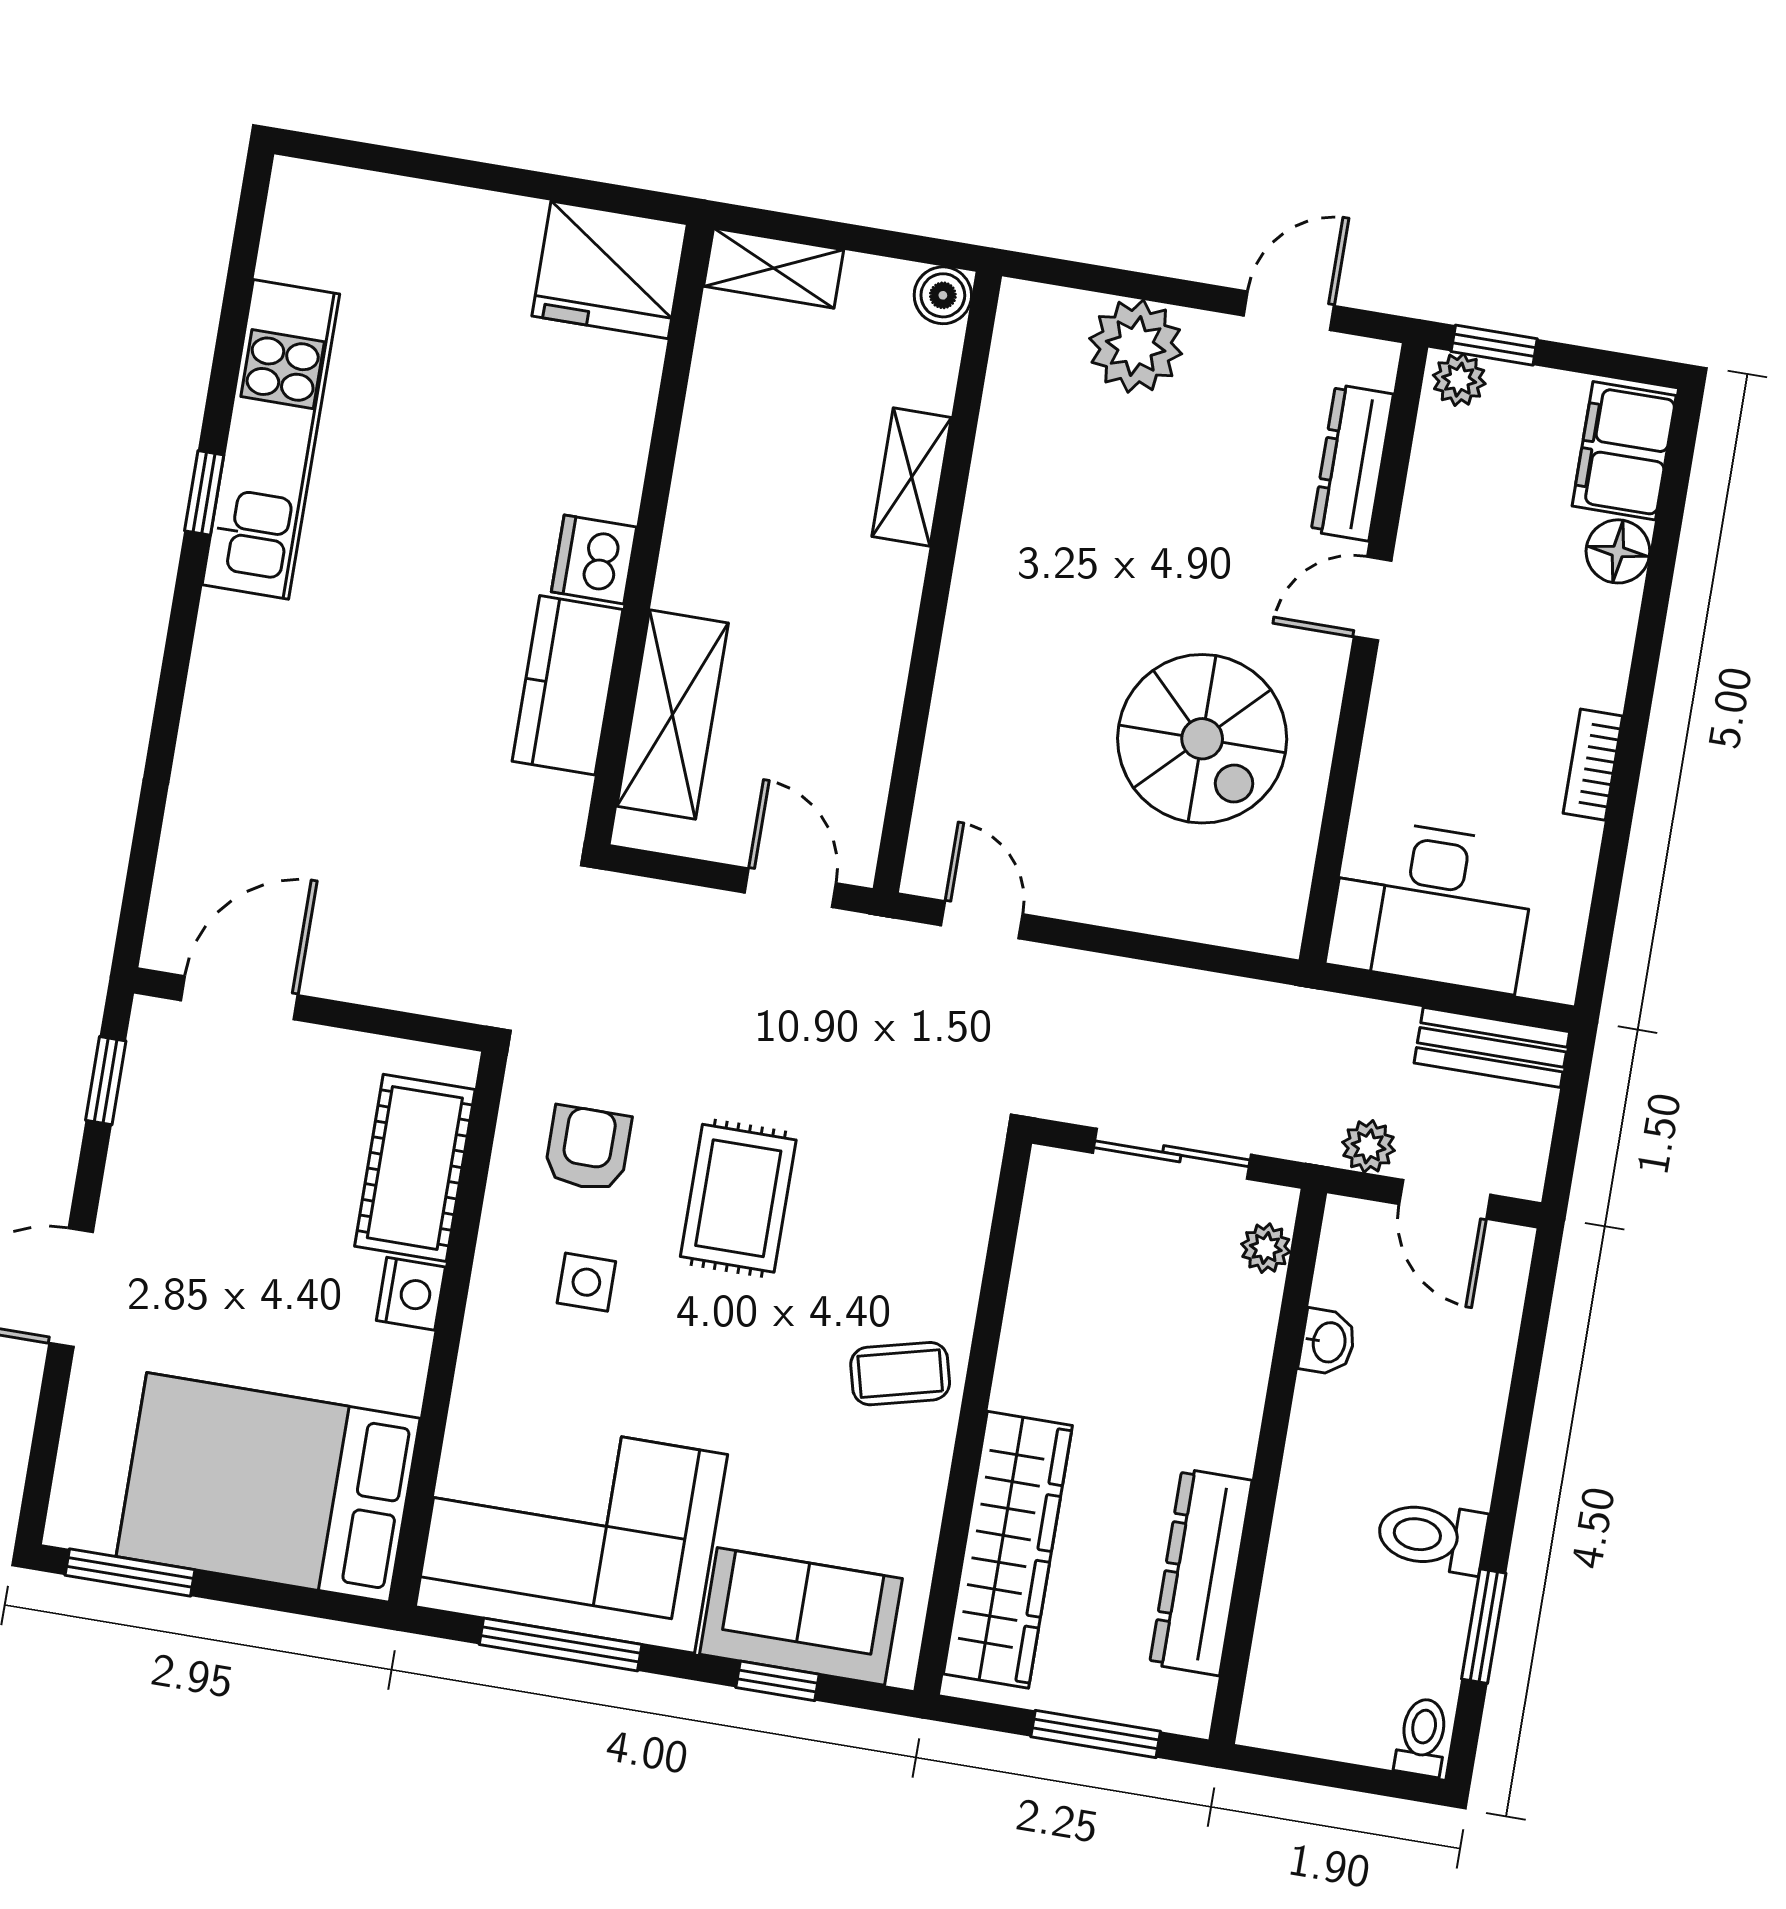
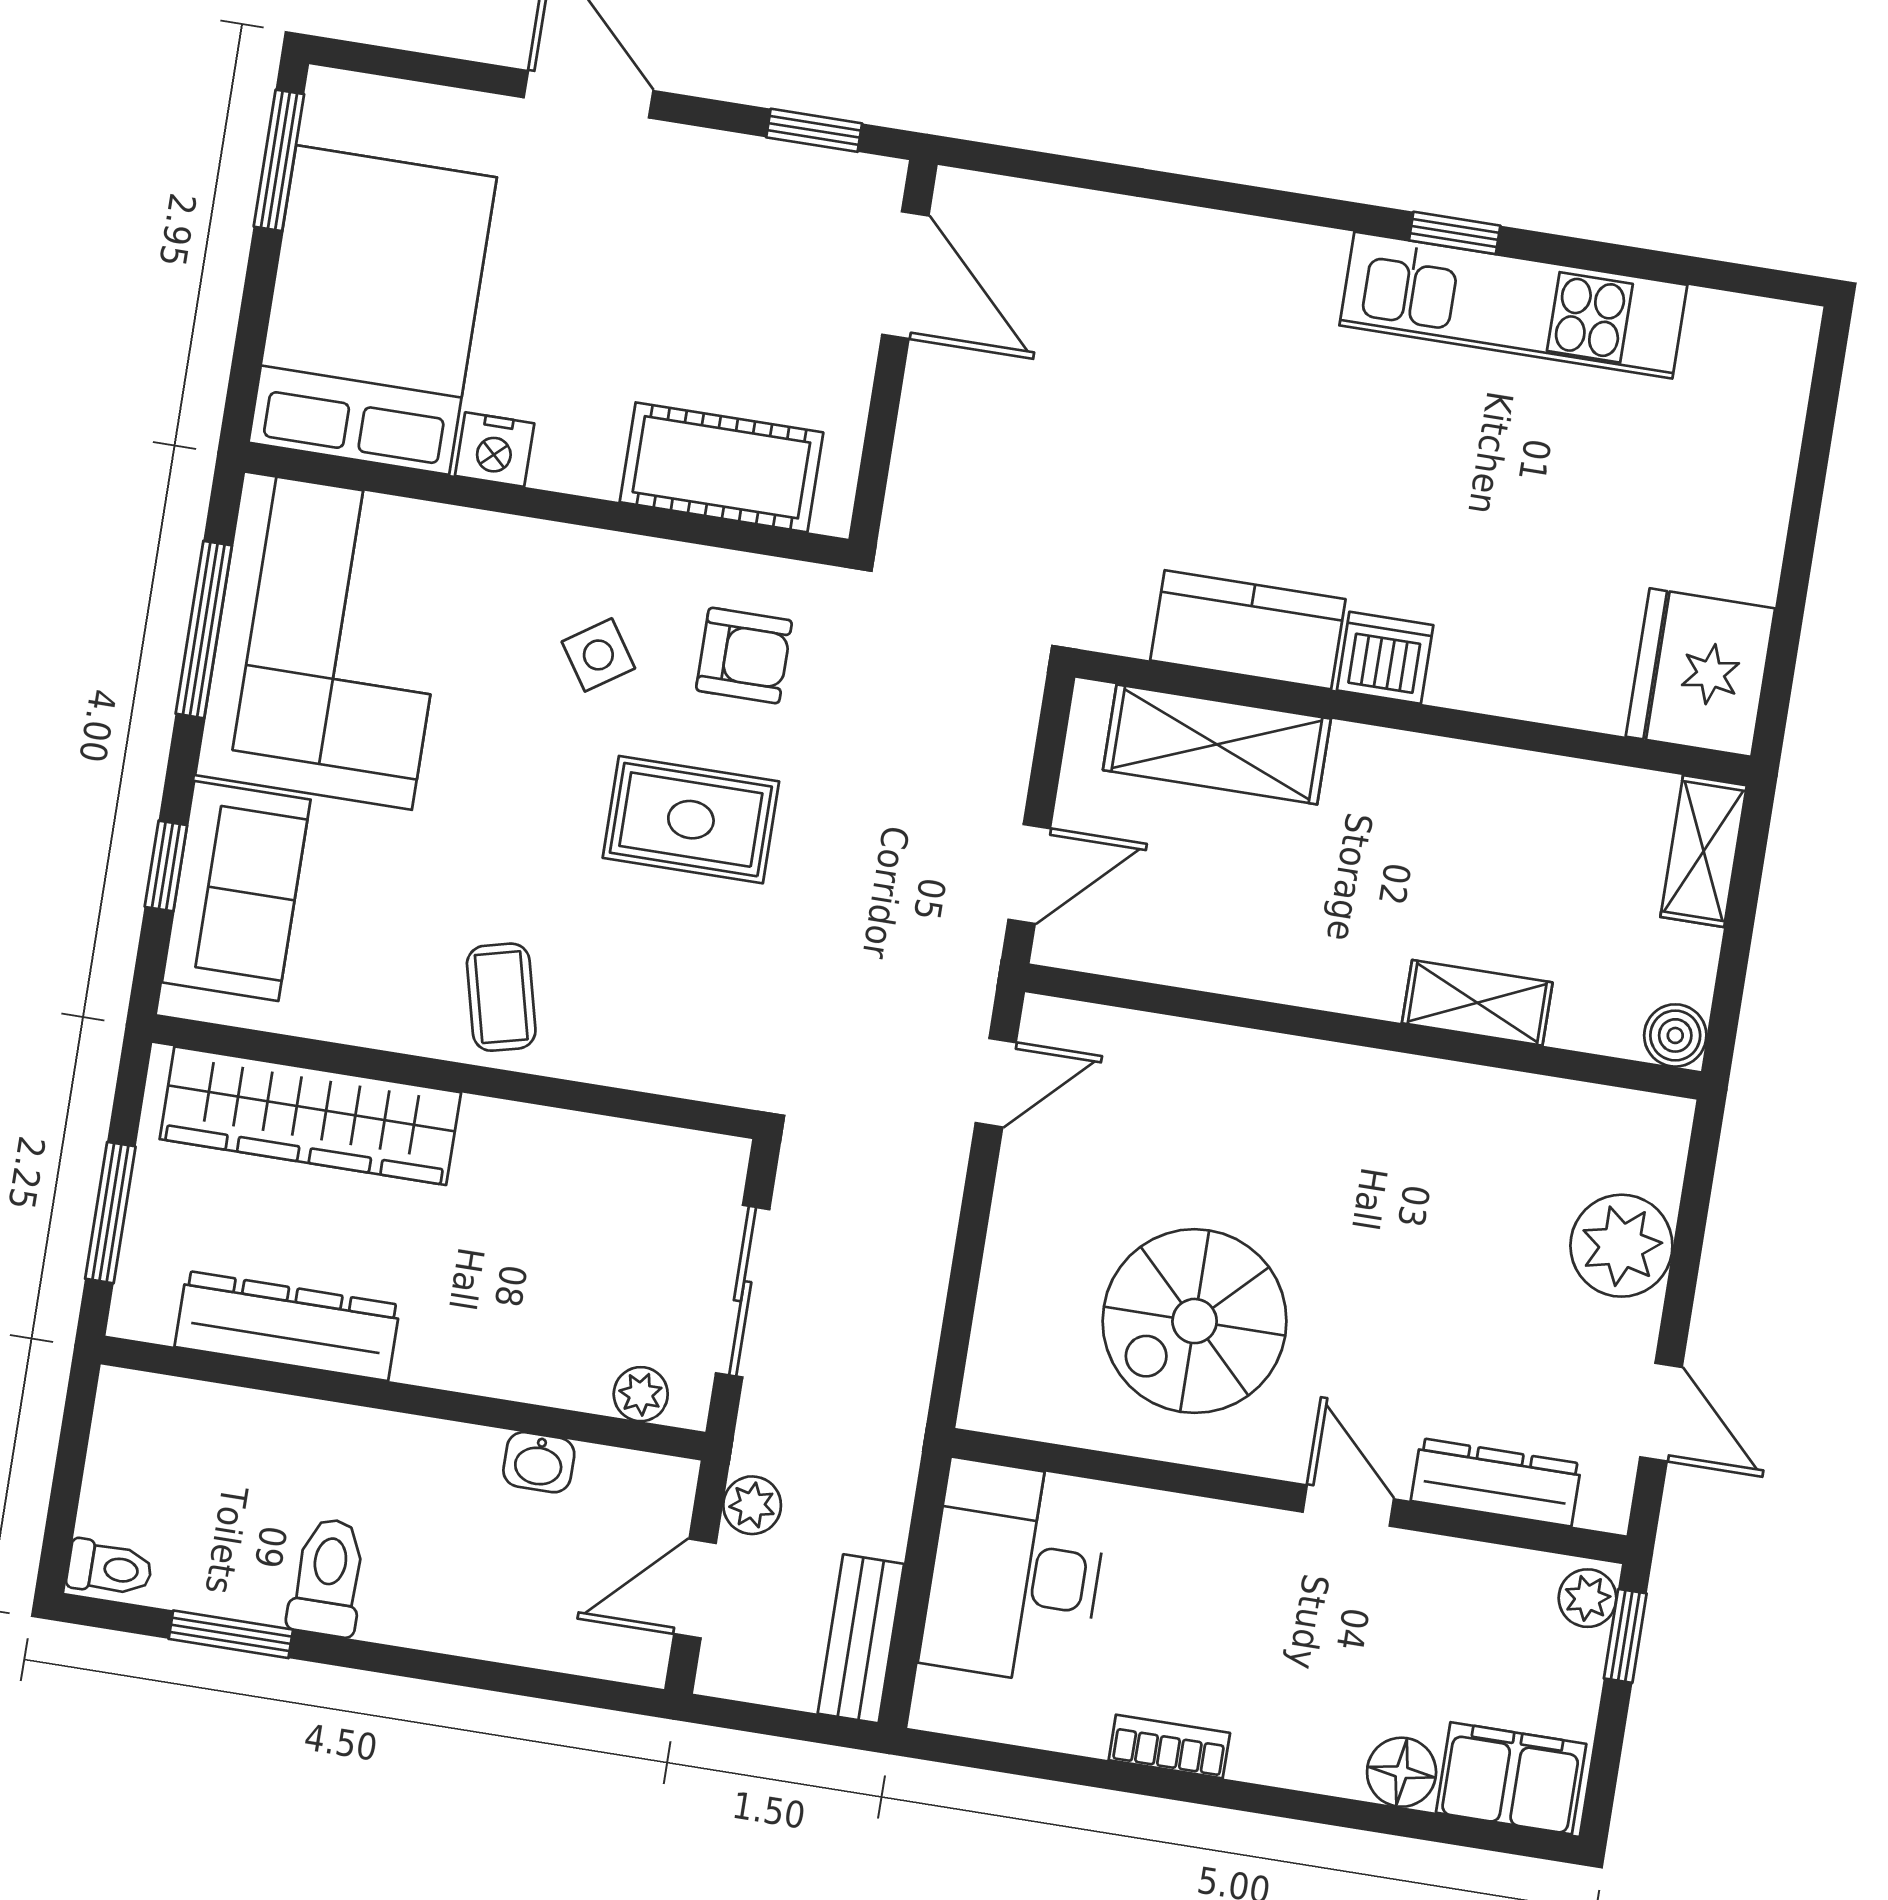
side table: (586, 1282) -> (598, 655), turned -34
nightstand: (411, 1294) -> (495, 450), moved

